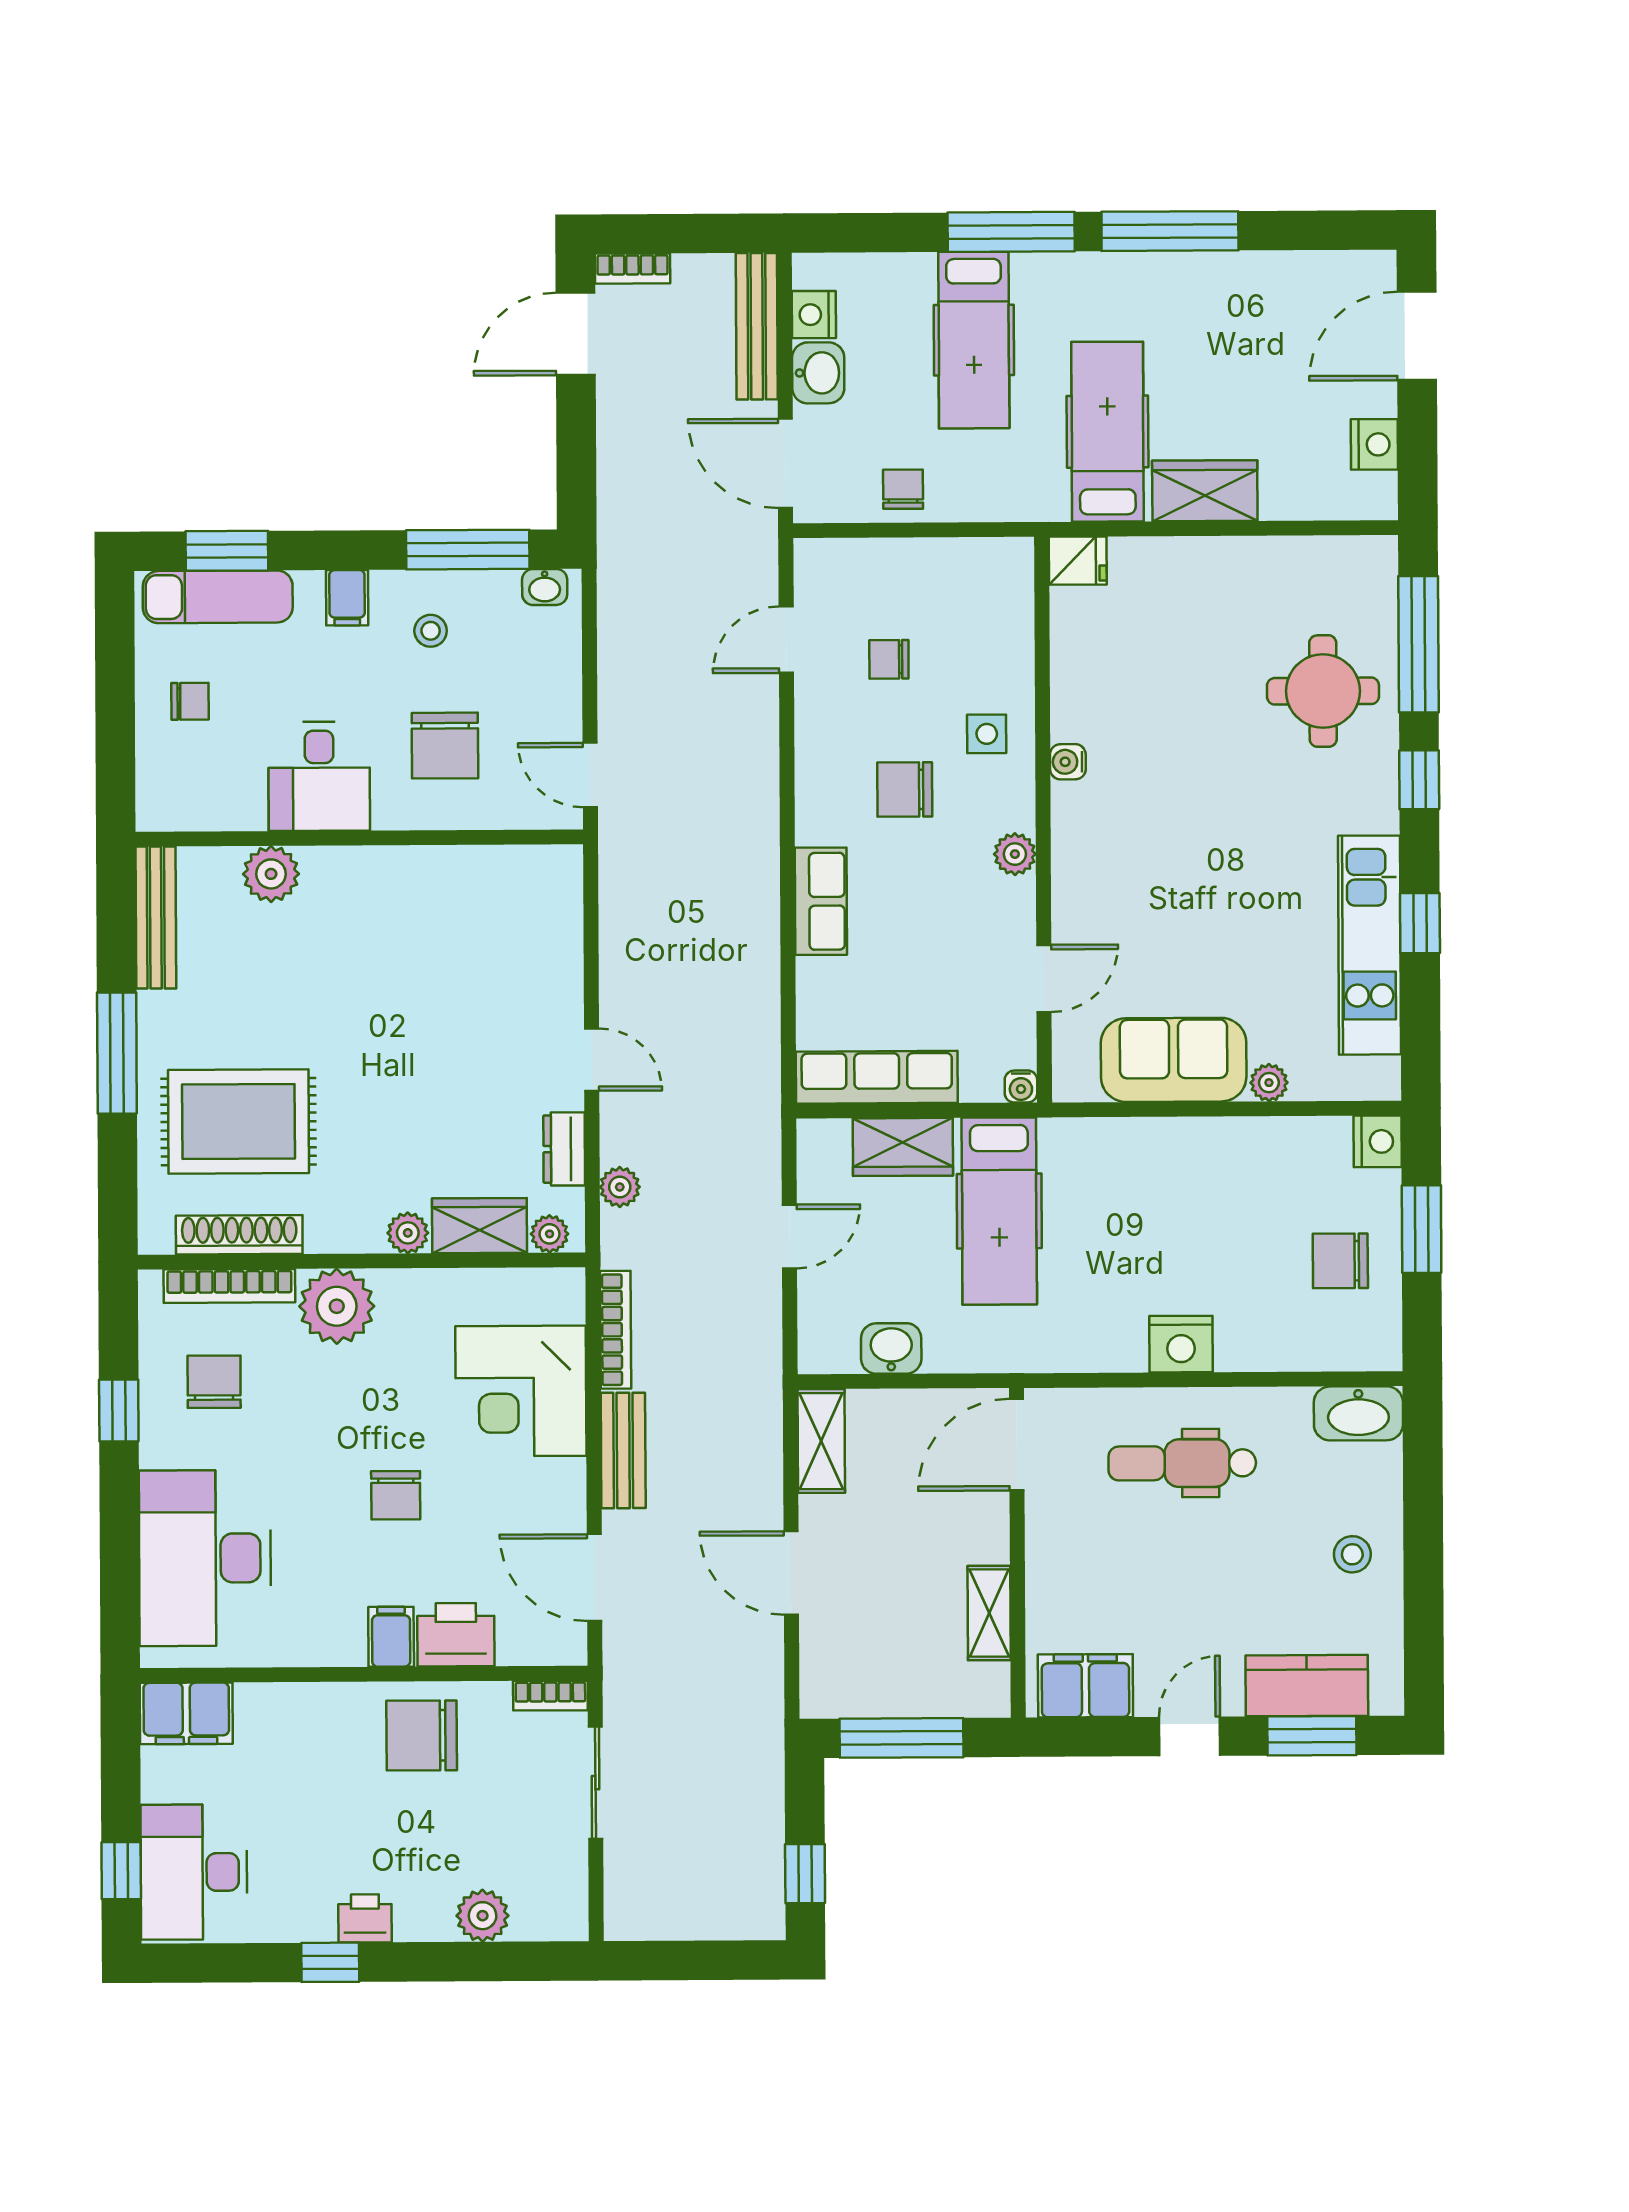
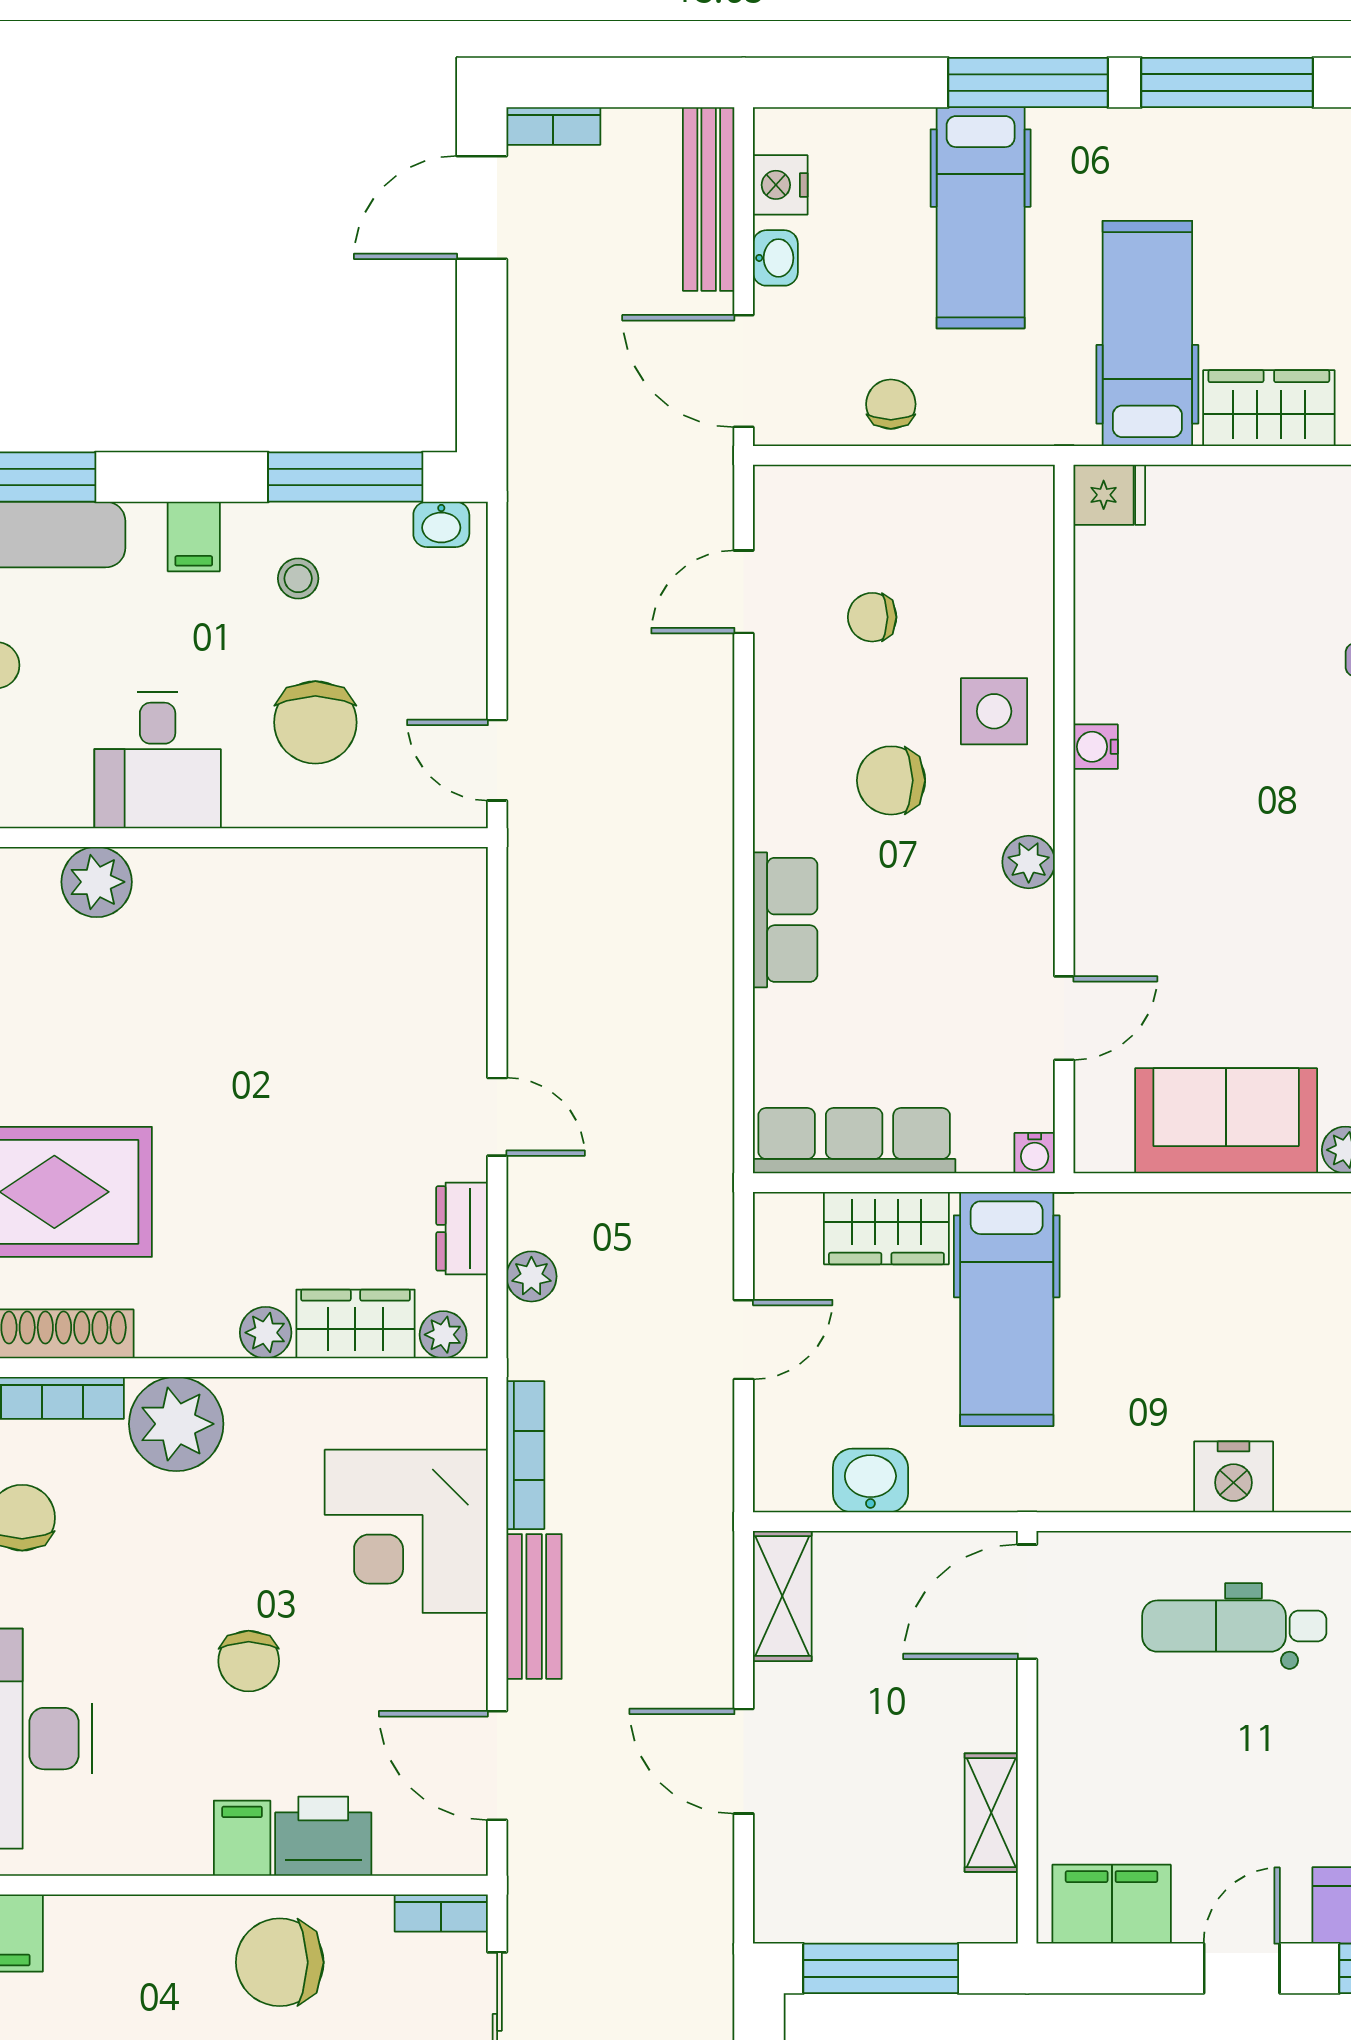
washbasin: (818, 373) -> (775, 258), width x0.72, depth x0.69
side table: (987, 734) -> (994, 711), width x1.37, depth x1.37

